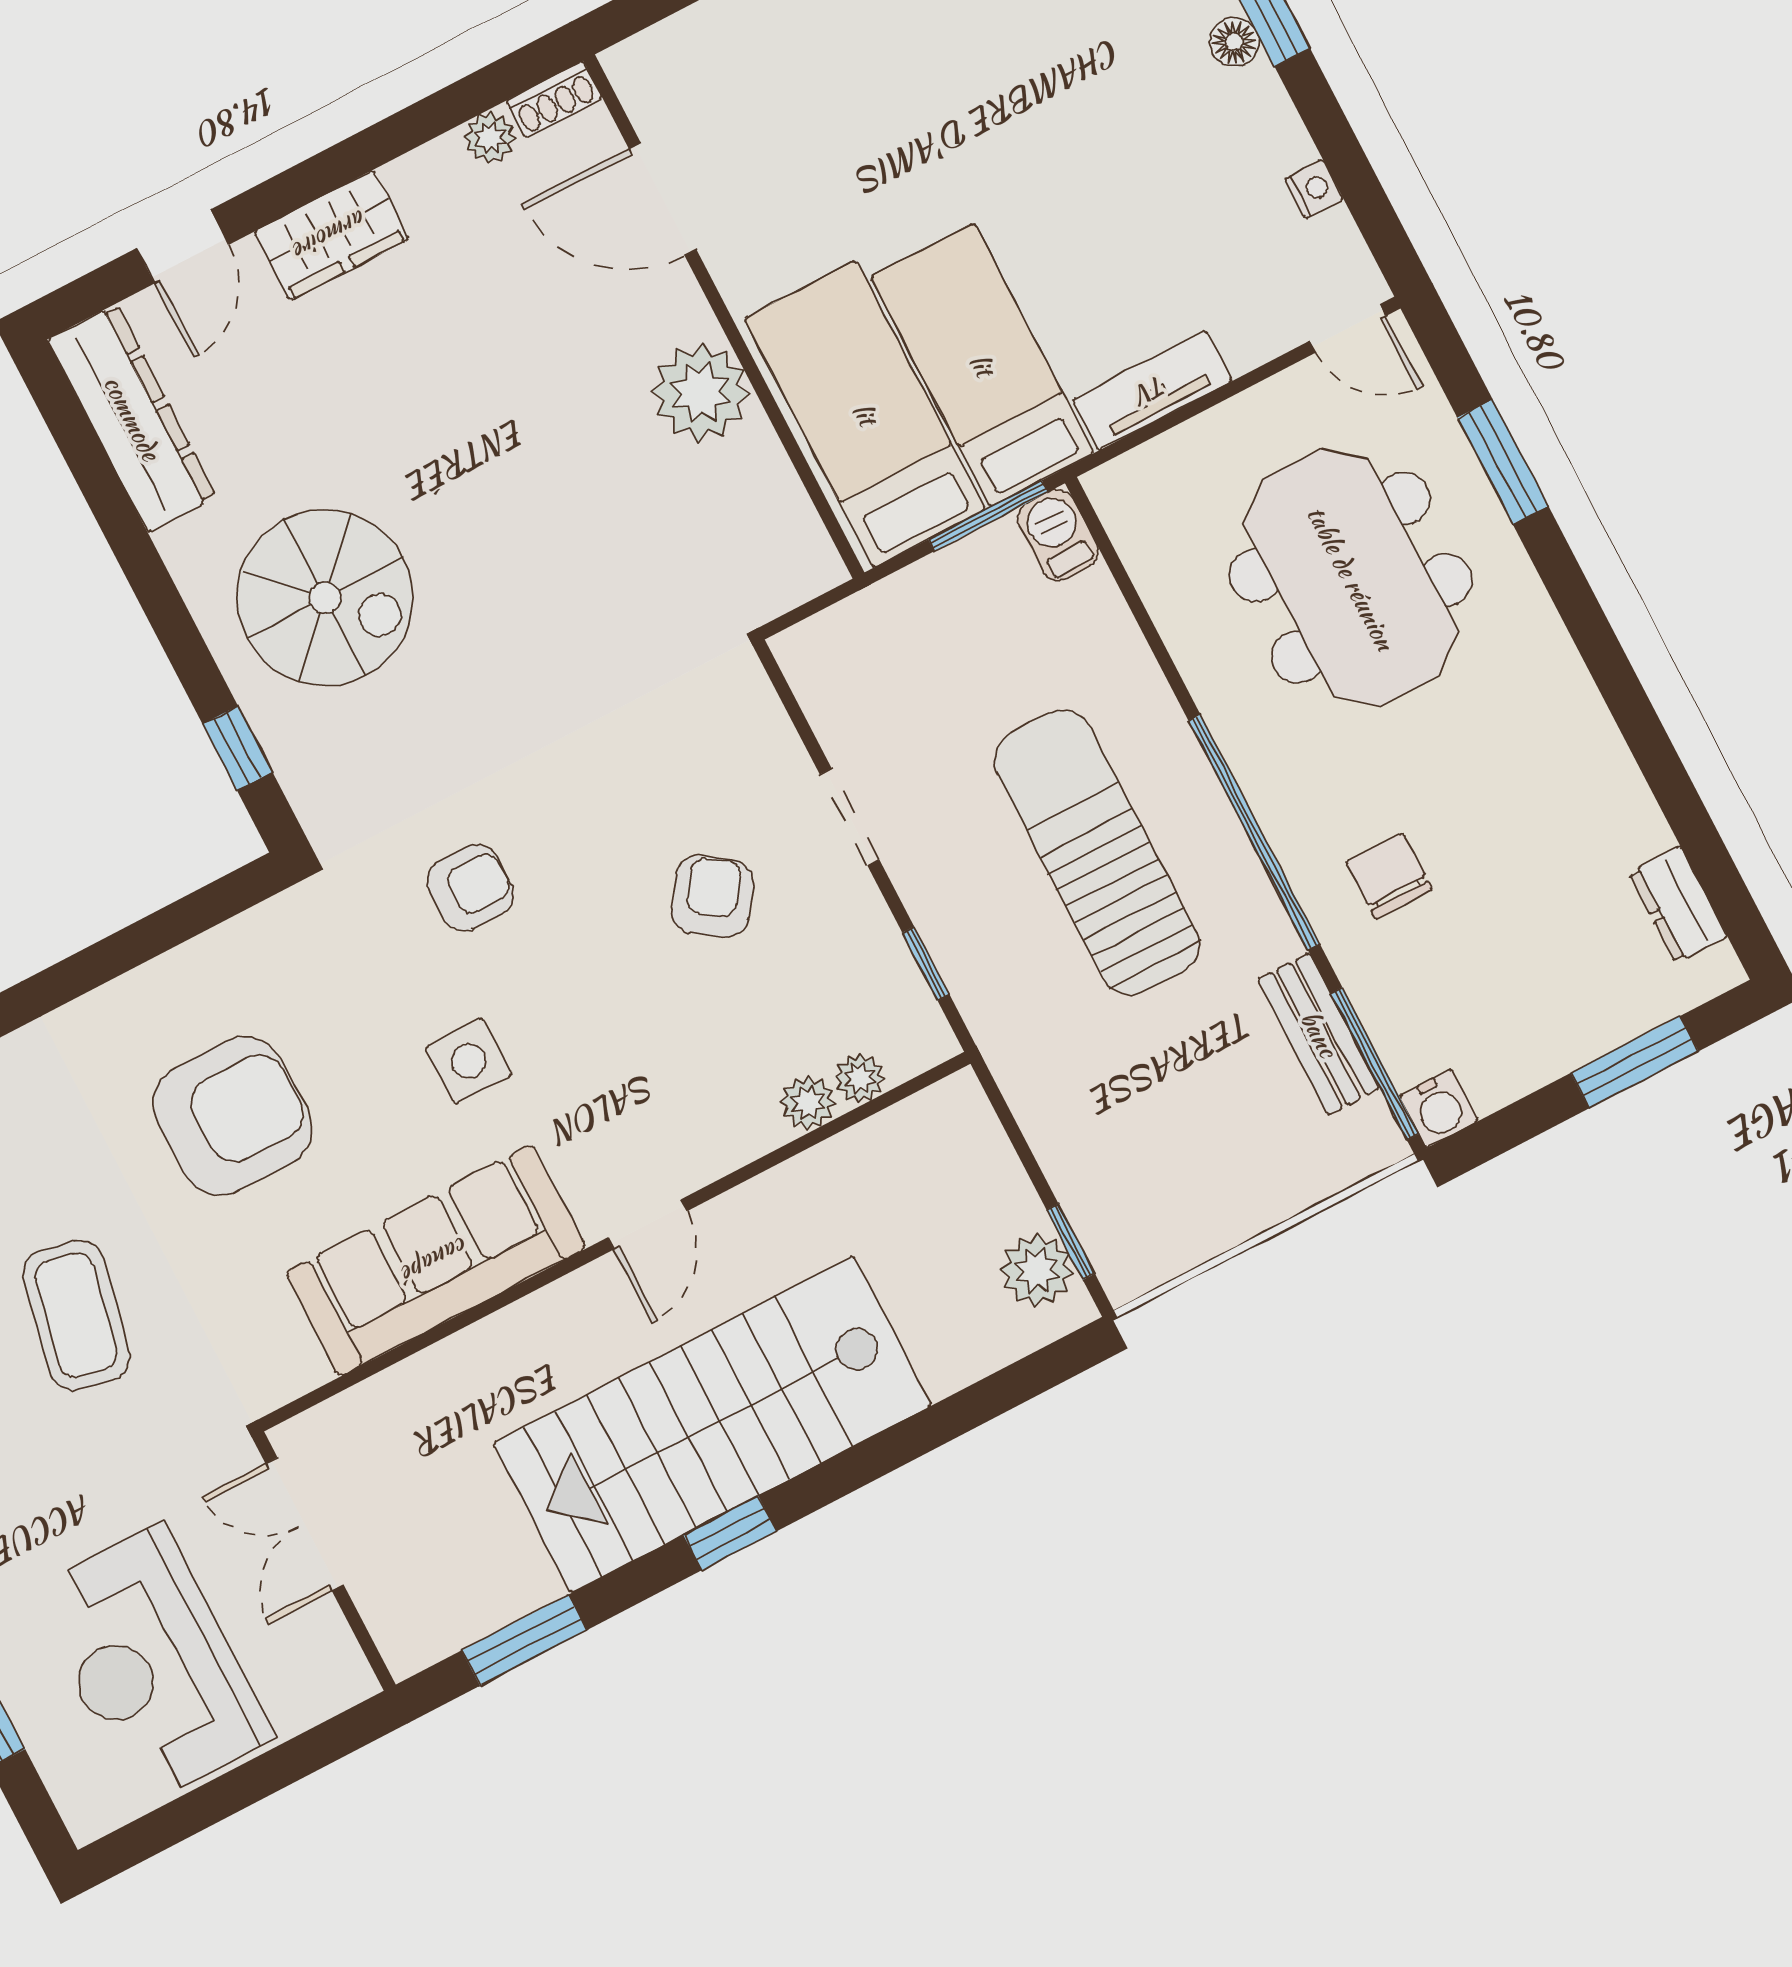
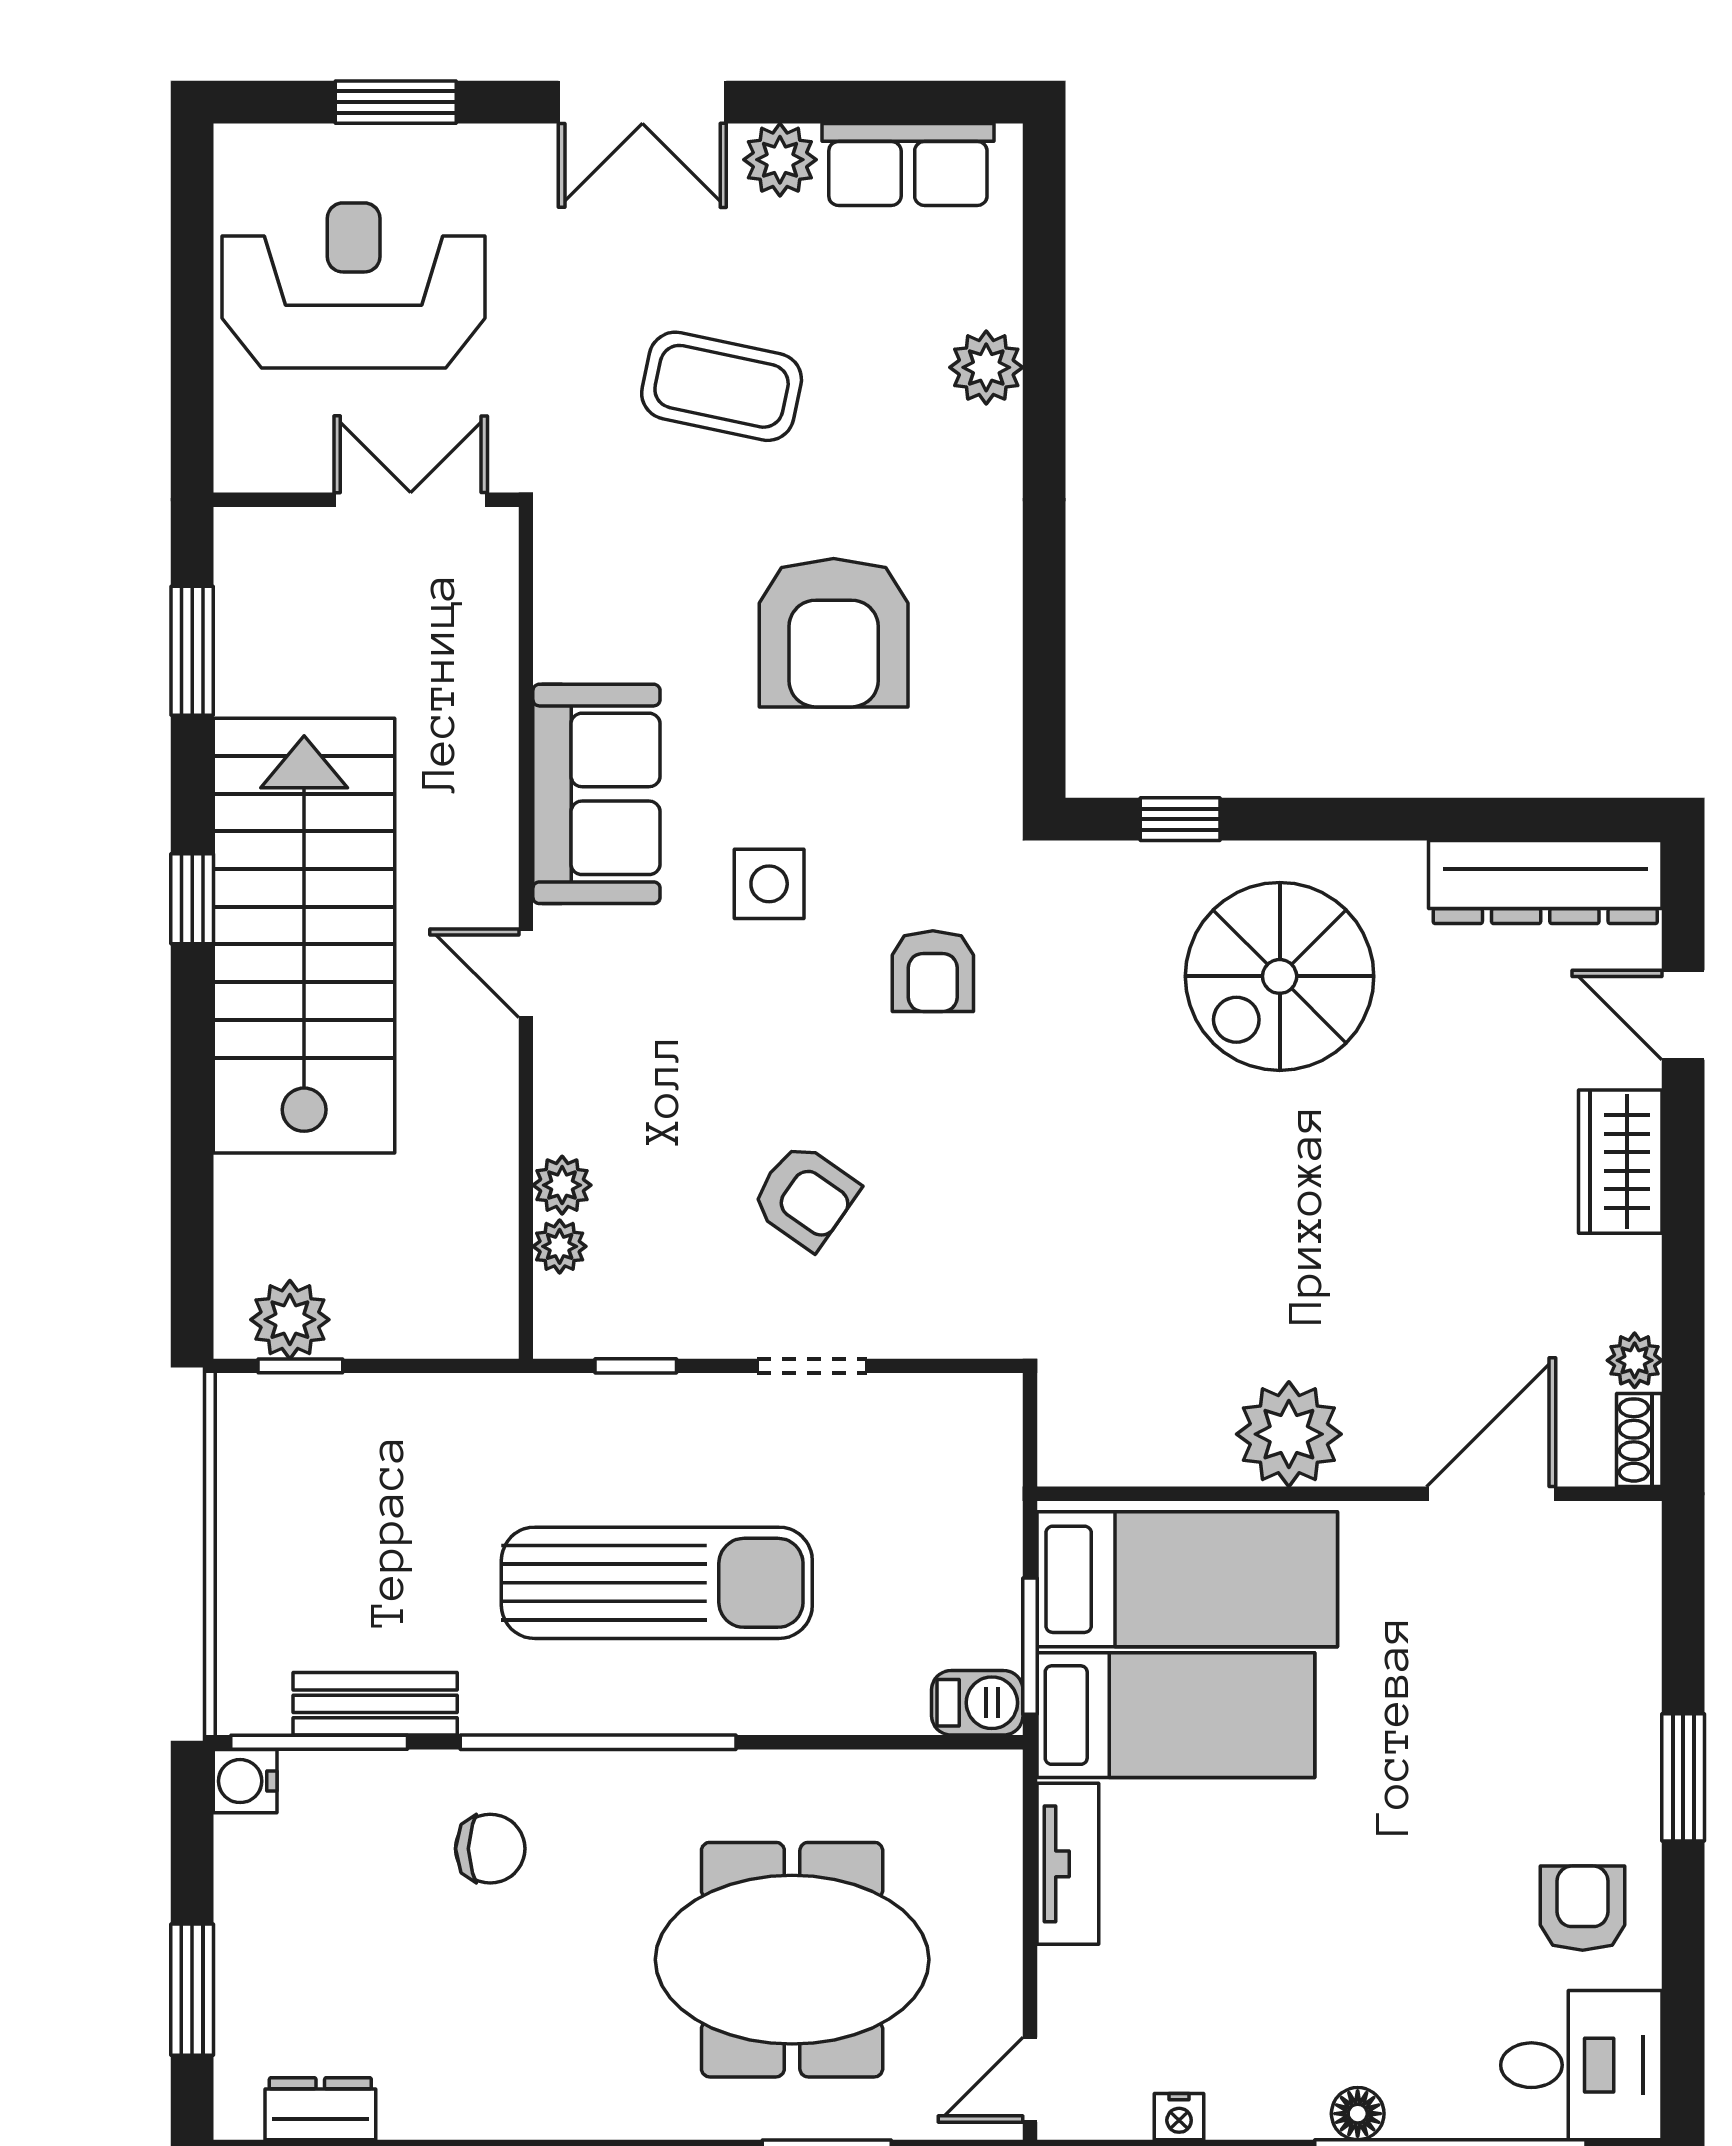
sofa: (436, 1260) -> (596, 794), width x0.73

